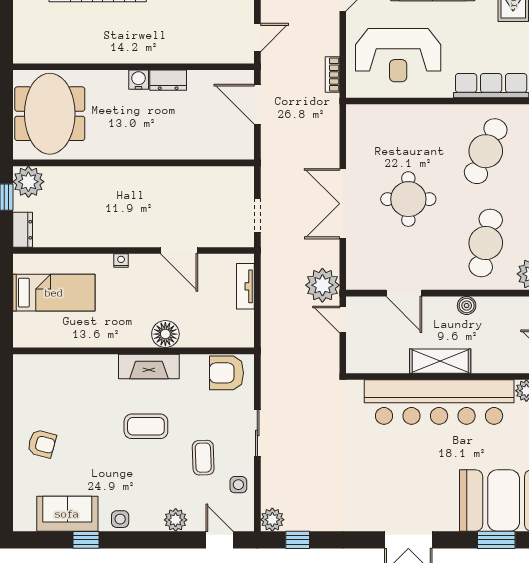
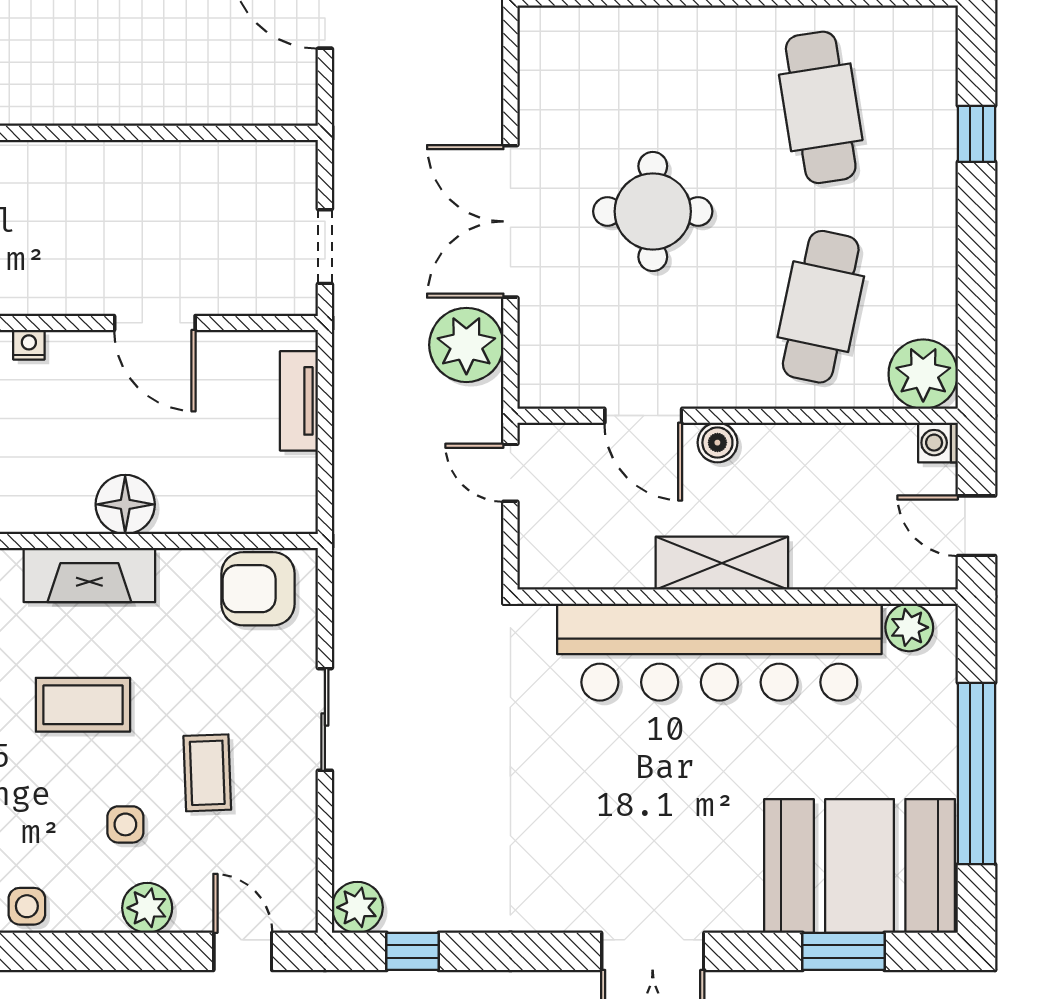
cafe table: (486, 151) -> (821, 107), turned -33
plant: (322, 285) -> (466, 345), moved
boiler: (467, 306) -> (717, 443), moved
side table: (238, 485) -> (125, 824), moved

